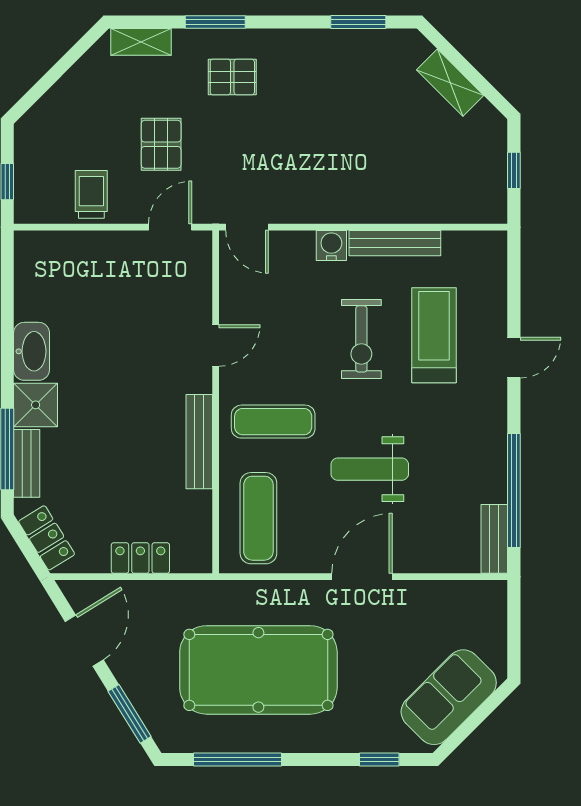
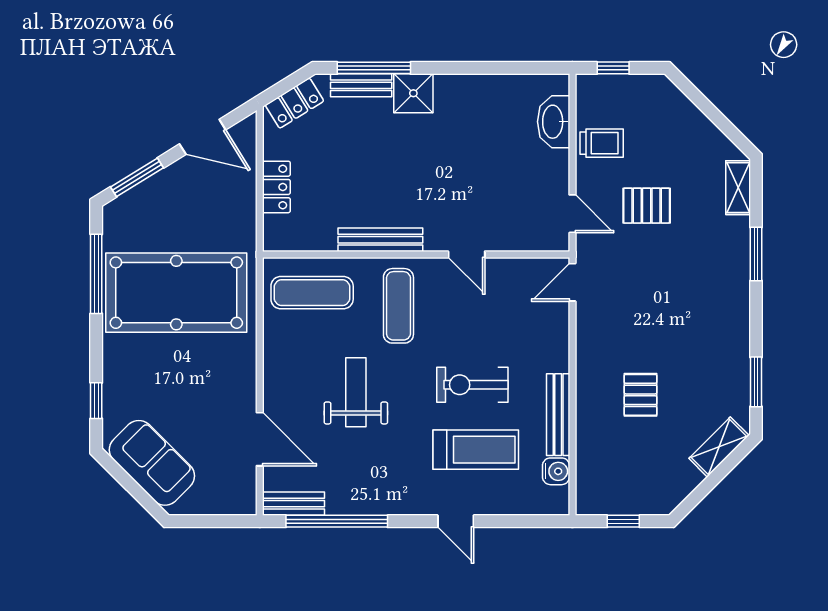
pallet: (232, 77) -> (641, 395), moved
shelving: (450, 83) -> (719, 447), moved
water cooler: (331, 245) -> (556, 471), moved
washbasin: (32, 351) -> (554, 122), moved, turned 90
door: (362, 577) -> (260, 439), moved
pool table: (258, 670) -> (176, 293), turned 90

